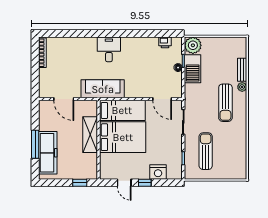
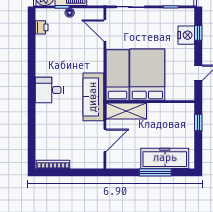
door: (162, 99) -> (105, 31), swing flipped
shelving: (90, 135) -> (126, 111), moved
window: (145, 183) -> (198, 33), moved

